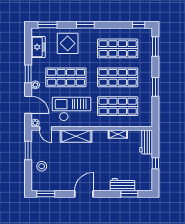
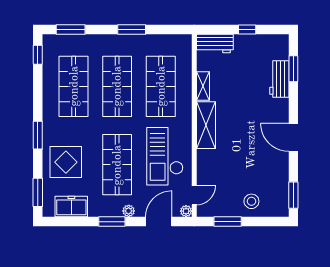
shelving: (76, 136) -> (206, 125), moved

